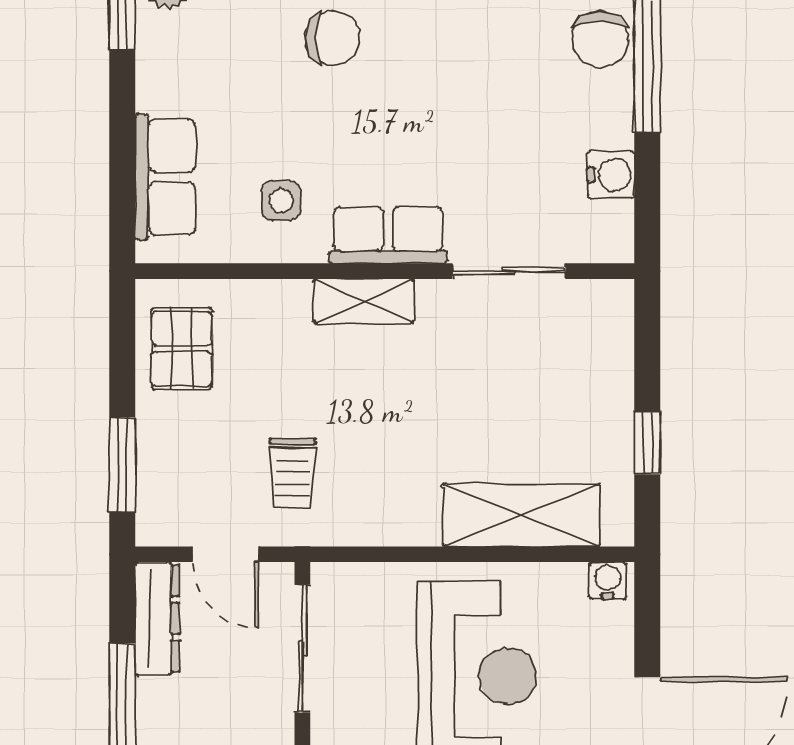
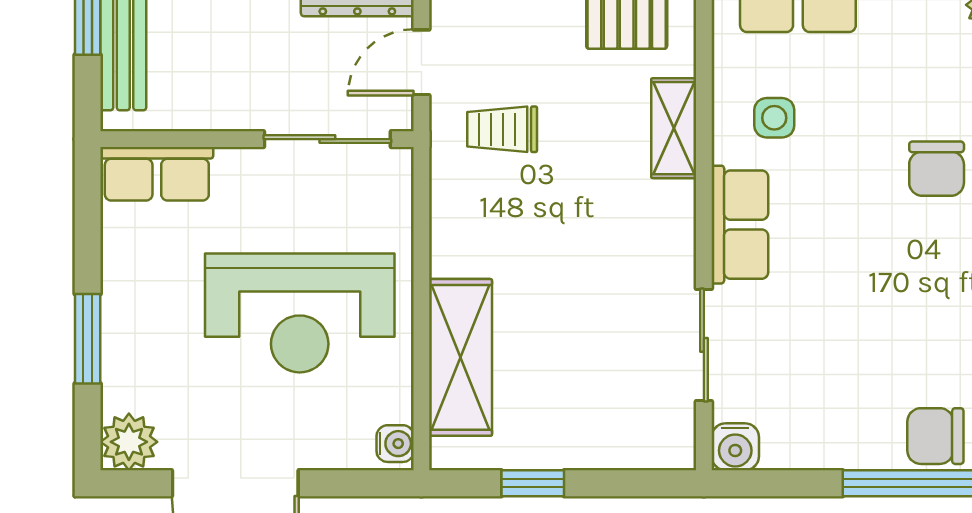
water cooler: (611, 175) -> (735, 447), moved
shelving: (364, 301) -> (674, 128), moved

